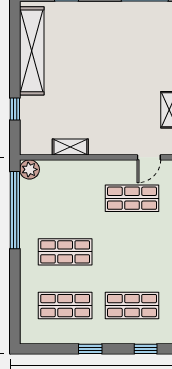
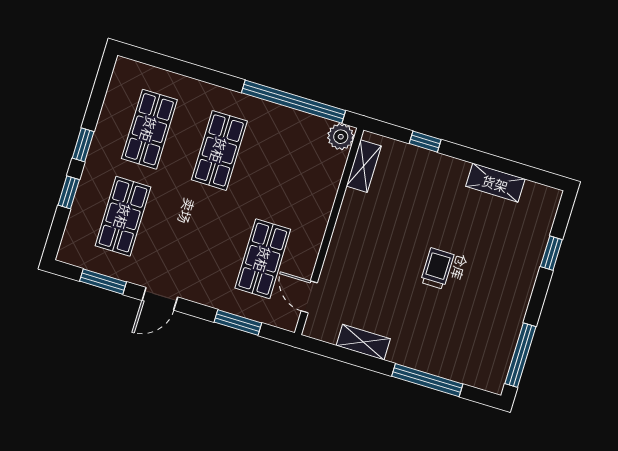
shelving: (32, 51) -> (495, 183), width x0.45, depth x0.75
trolley: (102, 73) -> (437, 269), added
shelving: (70, 147) -> (364, 166), moved
window: (146, 349) -> (69, 192), moved

